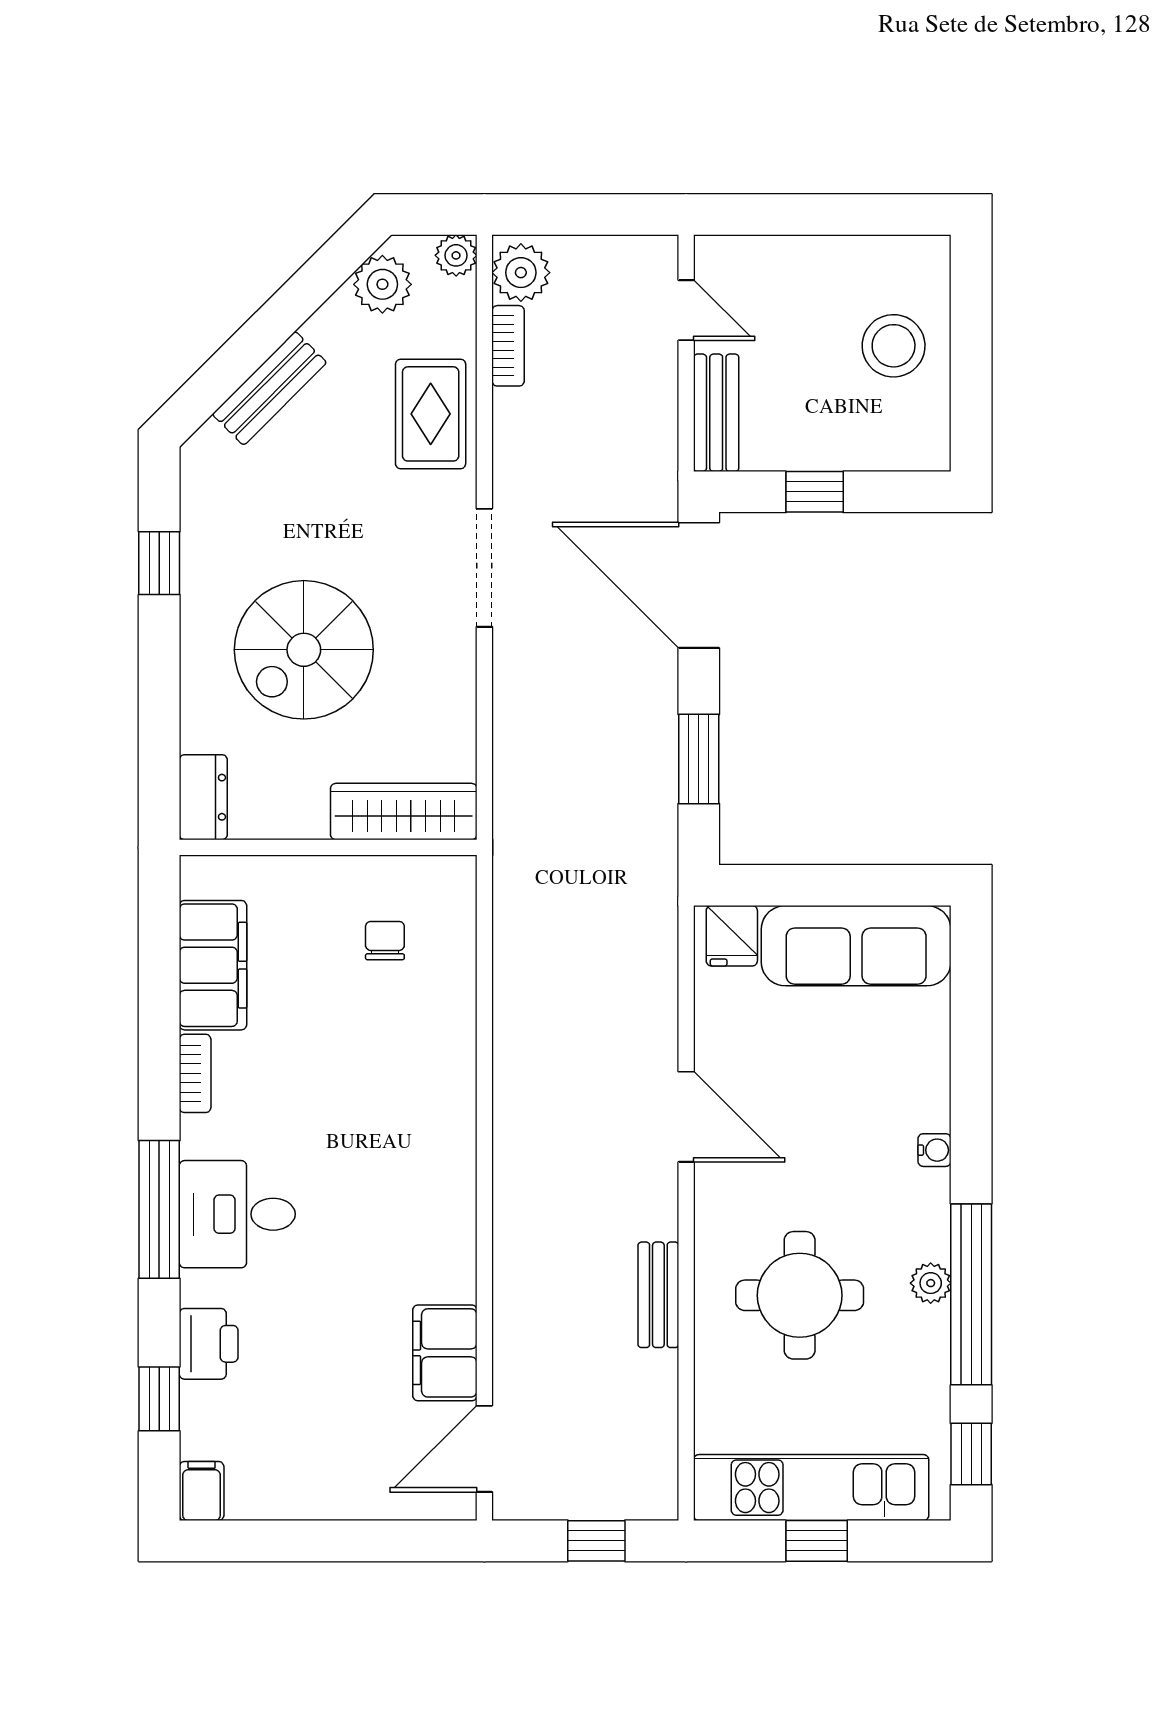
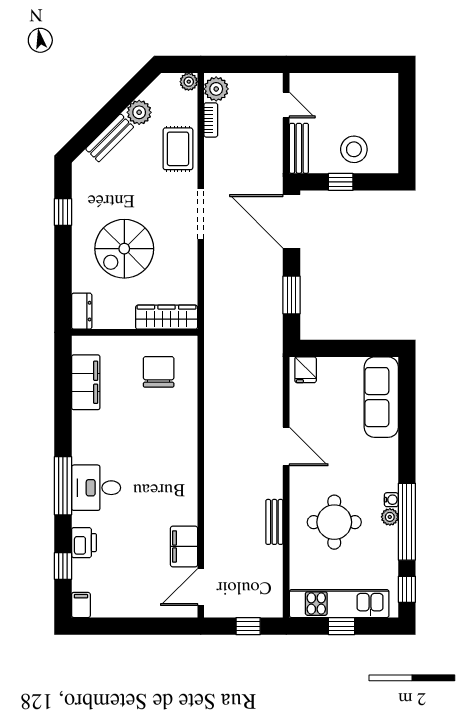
plant: (382, 284) -> (139, 112), moved
stool: (894, 346) -> (354, 149), moved
chair: (385, 941) -> (159, 372), width x1.87, depth x1.87
sofa: (856, 946) -> (381, 397), moved, turned 90
bookcase: (195, 1073) -> (78, 428), removed
water cooler: (934, 1150) -> (391, 500), moved

